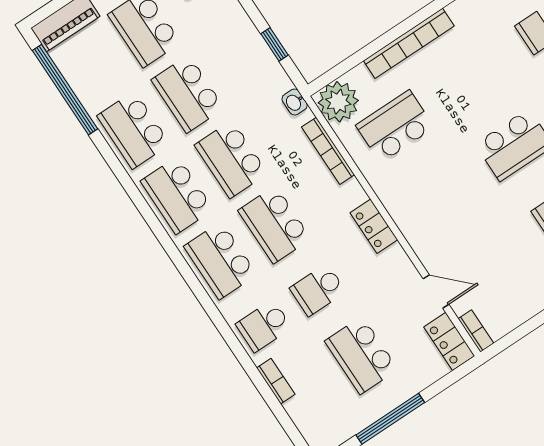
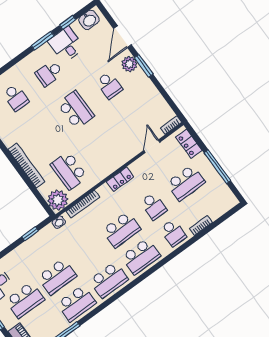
school desk: (231, 159) -> (89, 253), removed
locker: (449, 341) -> (189, 144), moved, turned 90

